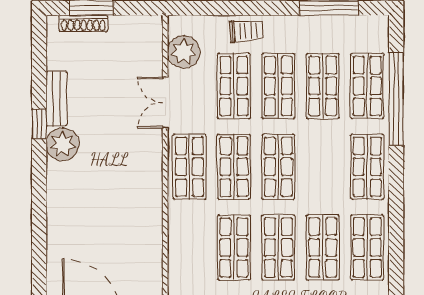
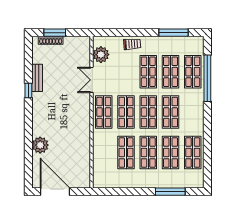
shop shelf: (234, 86) -> (126, 72), removed
plant: (63, 144) -> (40, 145), moved
shop shelf: (367, 167) -> (171, 112), moved

